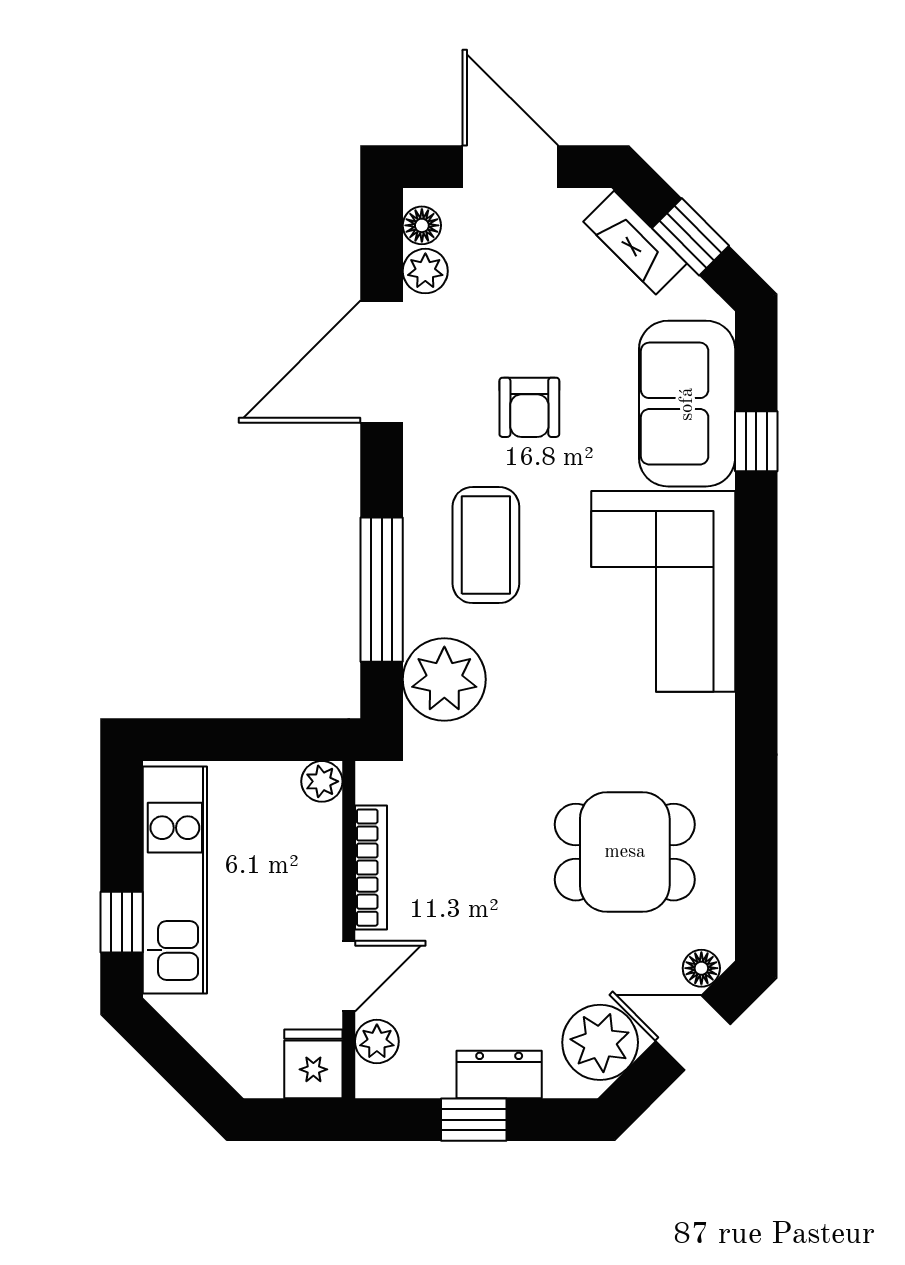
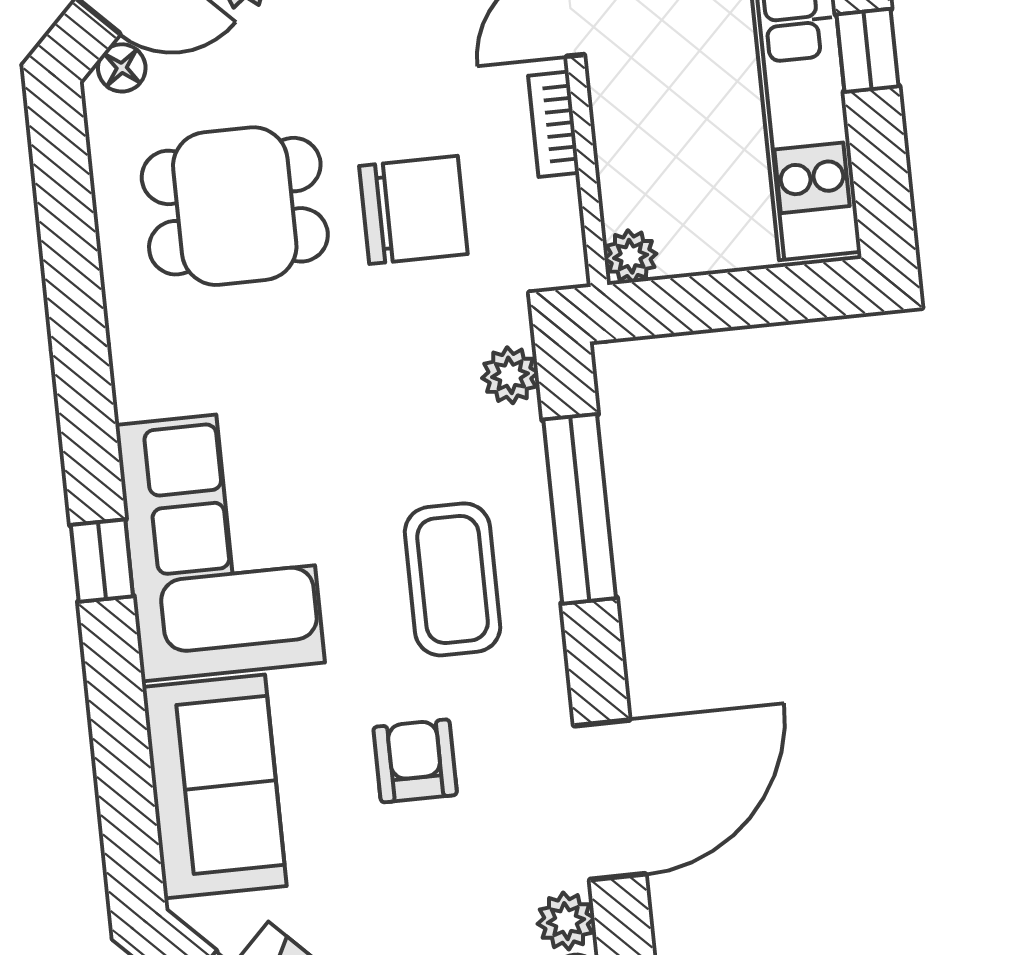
window: (756, 441) -> (102, 561), moved
plant: (444, 679) -> (510, 375), width x0.53, depth x0.53
chair: (487, 835) -> (413, 210), added
bookcase: (371, 868) -> (554, 124), width x0.64

